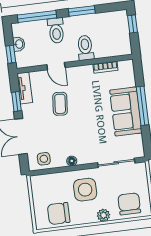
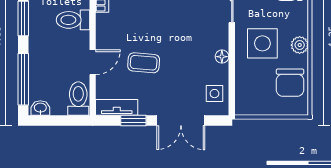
toilet: (56, 31) -> (78, 99), moved, turned -90
washbasin: (19, 44) -> (40, 108), moved
window: (11, 54) -> (69, 121), removed
plant: (103, 215) -> (300, 45), moved

